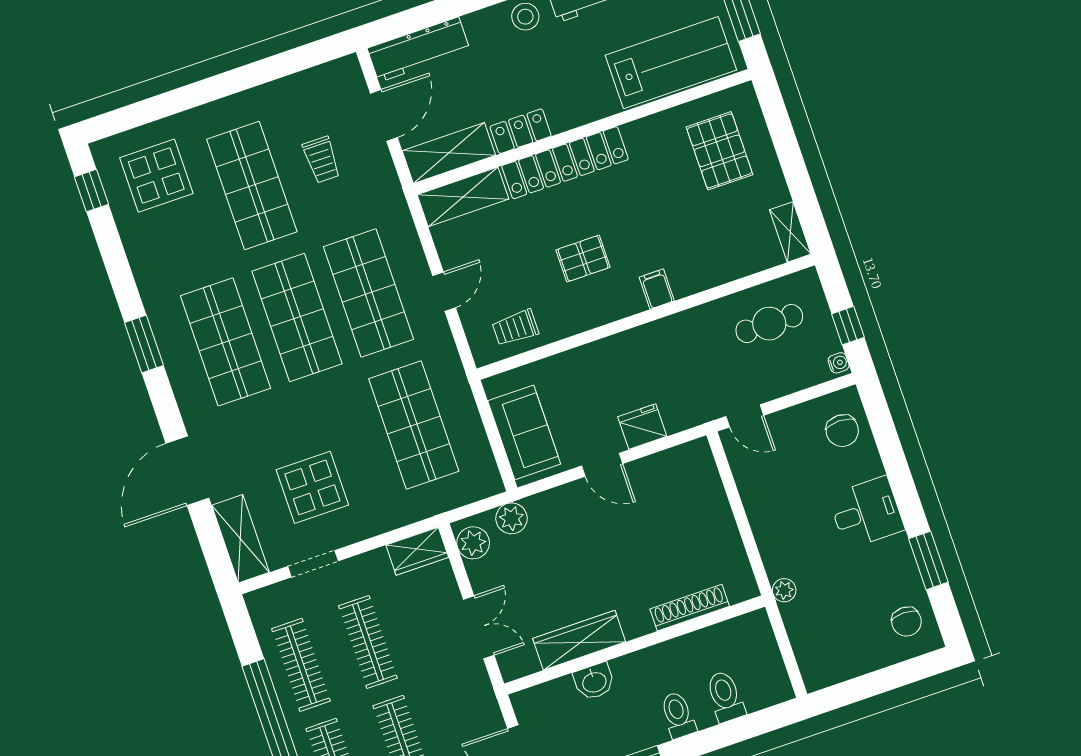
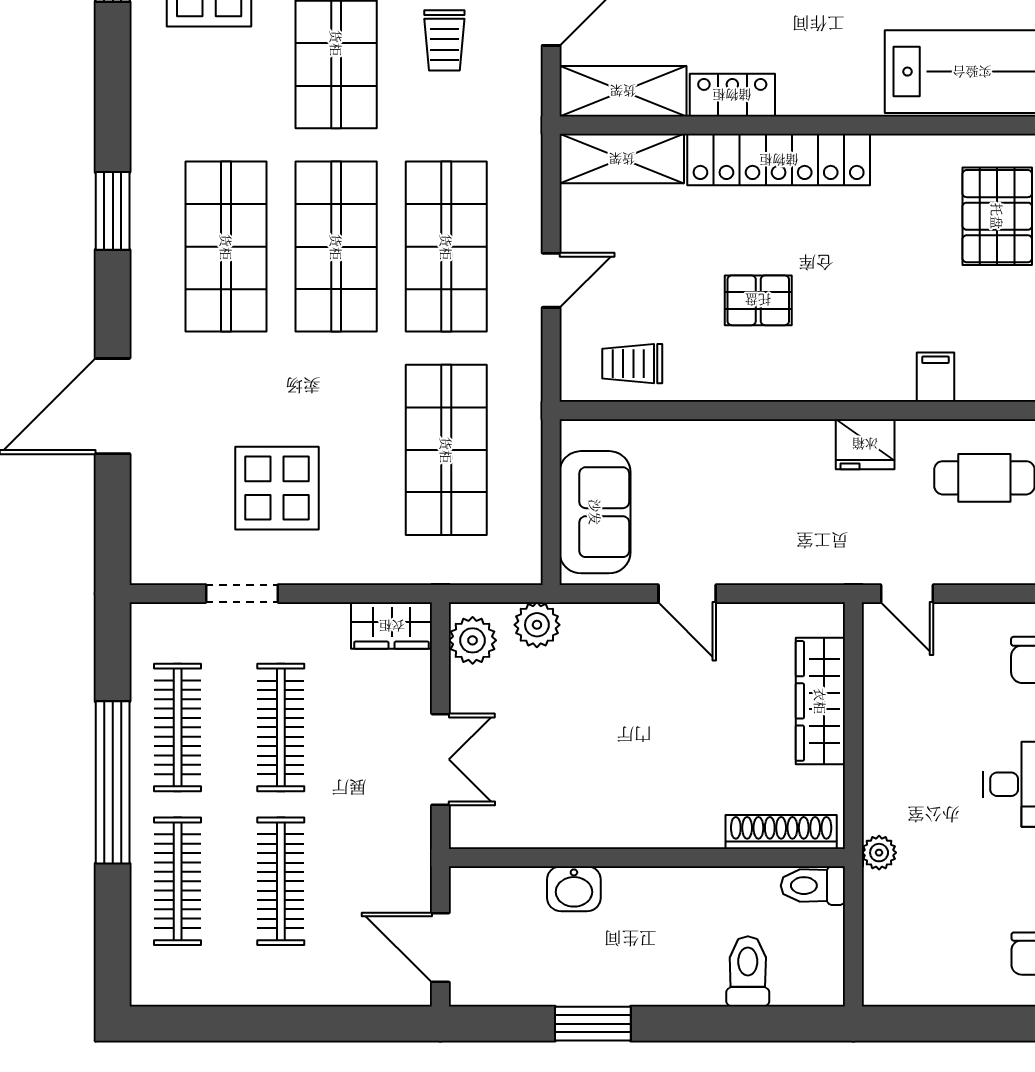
filing cabinet: (657, 289) -> (935, 377), moved
fridge: (642, 427) -> (865, 444), moved, turned 180
shelving: (240, 539) -> (154, 525), removed
shoe rack: (690, 608) -> (781, 832), moved
wardrobe: (579, 640) -> (820, 701), moved, turned -90
toilet: (678, 715) -> (813, 886), moved, turned -90

